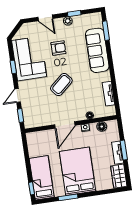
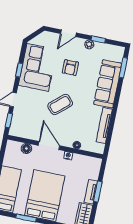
door: (45, 18) -> (68, 33), hinge flipped
armchair: (58, 48) -> (70, 68), turned 90
tv unit: (109, 94) -> (104, 125), width x1.41
door: (65, 125) -> (49, 146), swing flipped
floor lamp: (102, 127) -> (26, 148), moved

